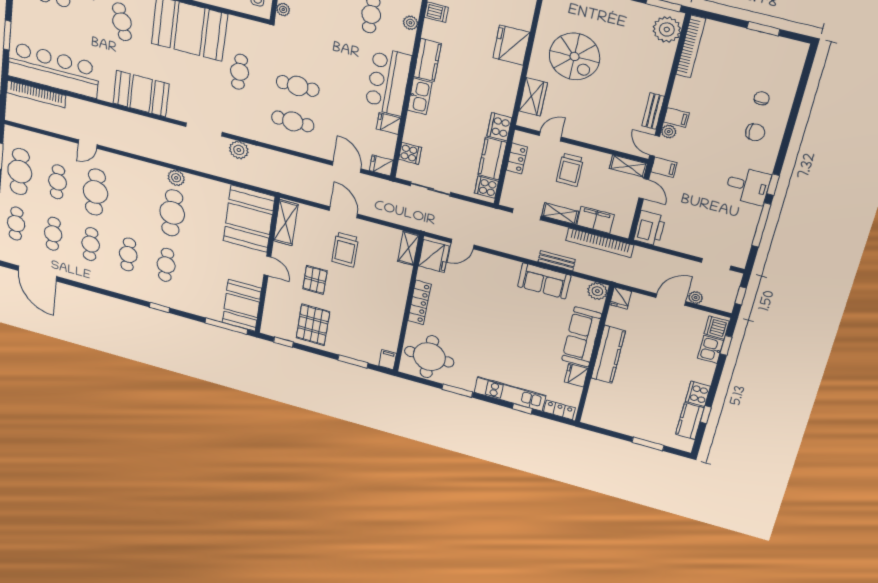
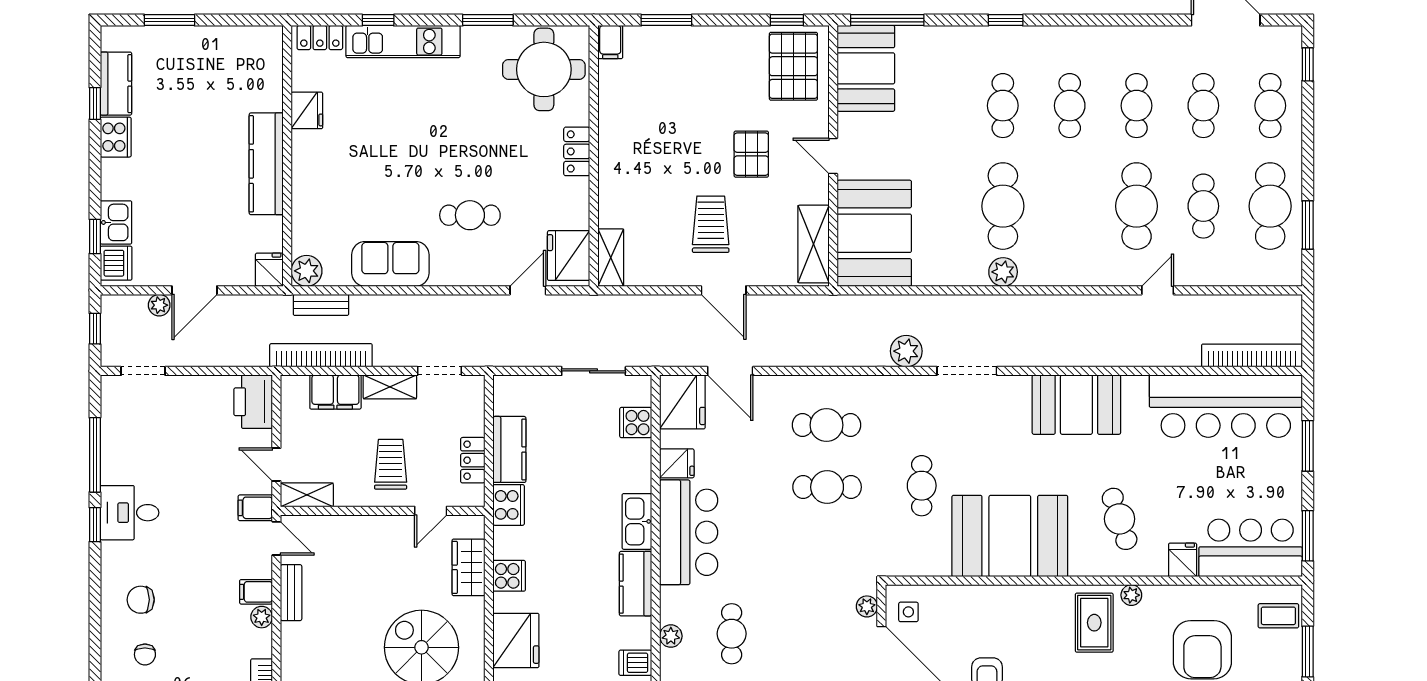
plant: (669, 132) -> (262, 617), moved
fridge: (381, 165) -> (682, 402), width x1.88, depth x1.34
cooker: (486, 187) -> (509, 576), moved
bench: (557, 261) -> (321, 305), moved
cafe table: (489, 294) -> (470, 215), added
locker: (419, 302) -> (577, 151), width x0.66
pallet: (313, 325) -> (793, 66), moved
sofa: (582, 337) -> (313, 182), removed

